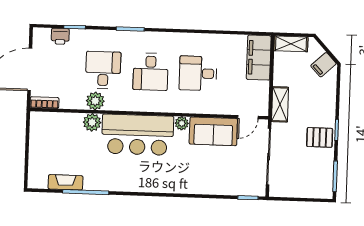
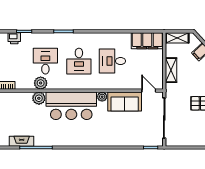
filing cabinet: (259, 58) -> (147, 41), moved, turned -90
shelving: (280, 104) -> (171, 70), moved
door: (248, 117) -> (149, 91), swing flipped

